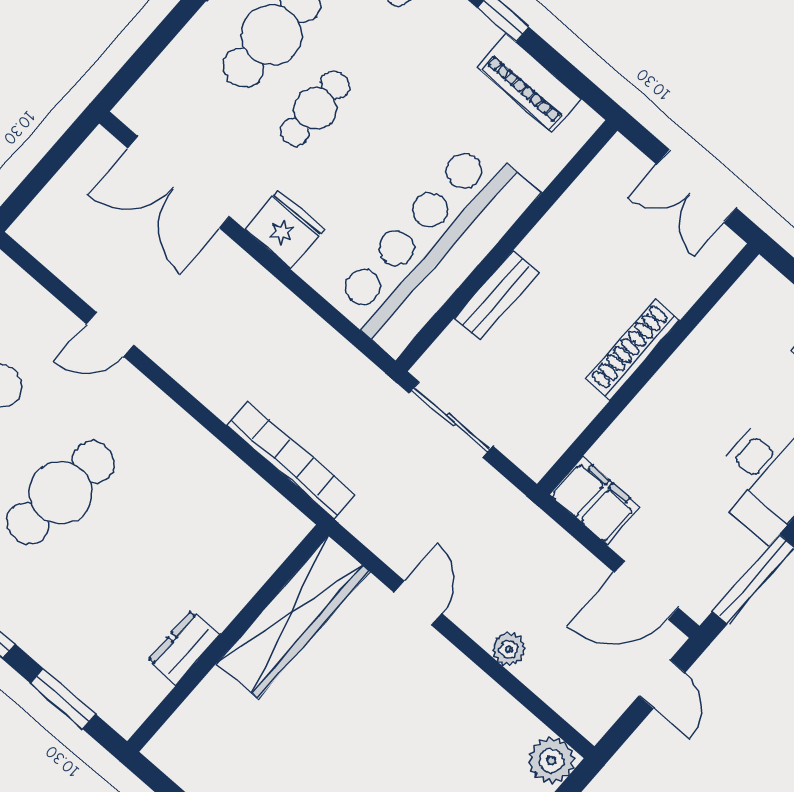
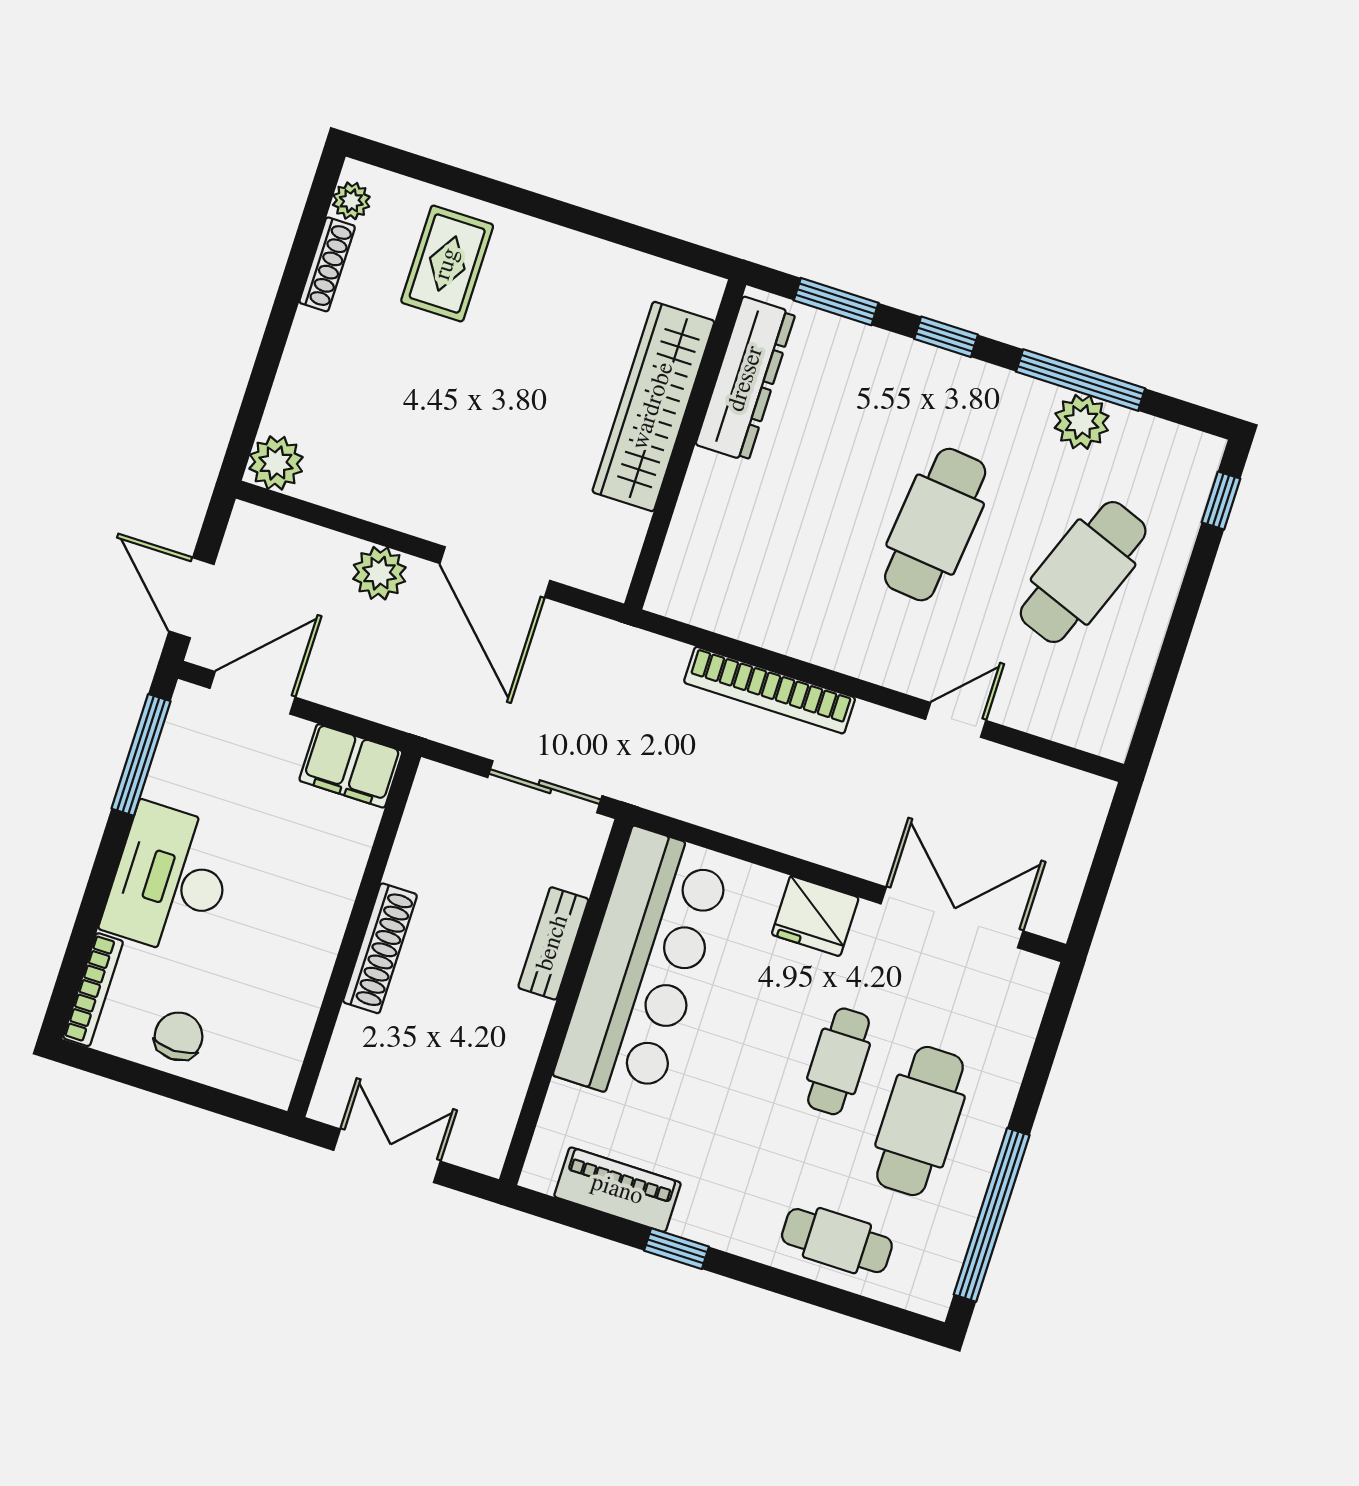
bookcase: (291, 460) -> (770, 690), moved
door: (418, 603) -> (495, 572), width x1.87
wardrobe: (293, 617) -> (653, 406), moved
dresser: (184, 648) -> (746, 379), width x1.96, depth x1.24
plant: (509, 649) -> (379, 573), width x1.38, depth x1.38
door: (662, 684) -> (192, 598), width x1.37

